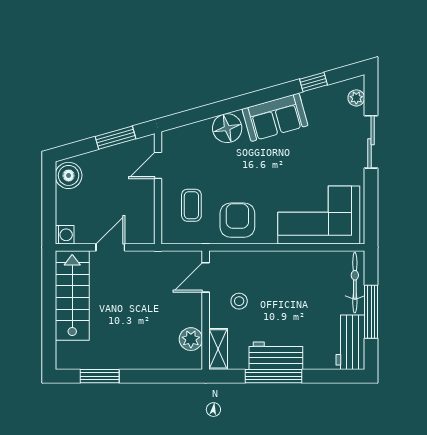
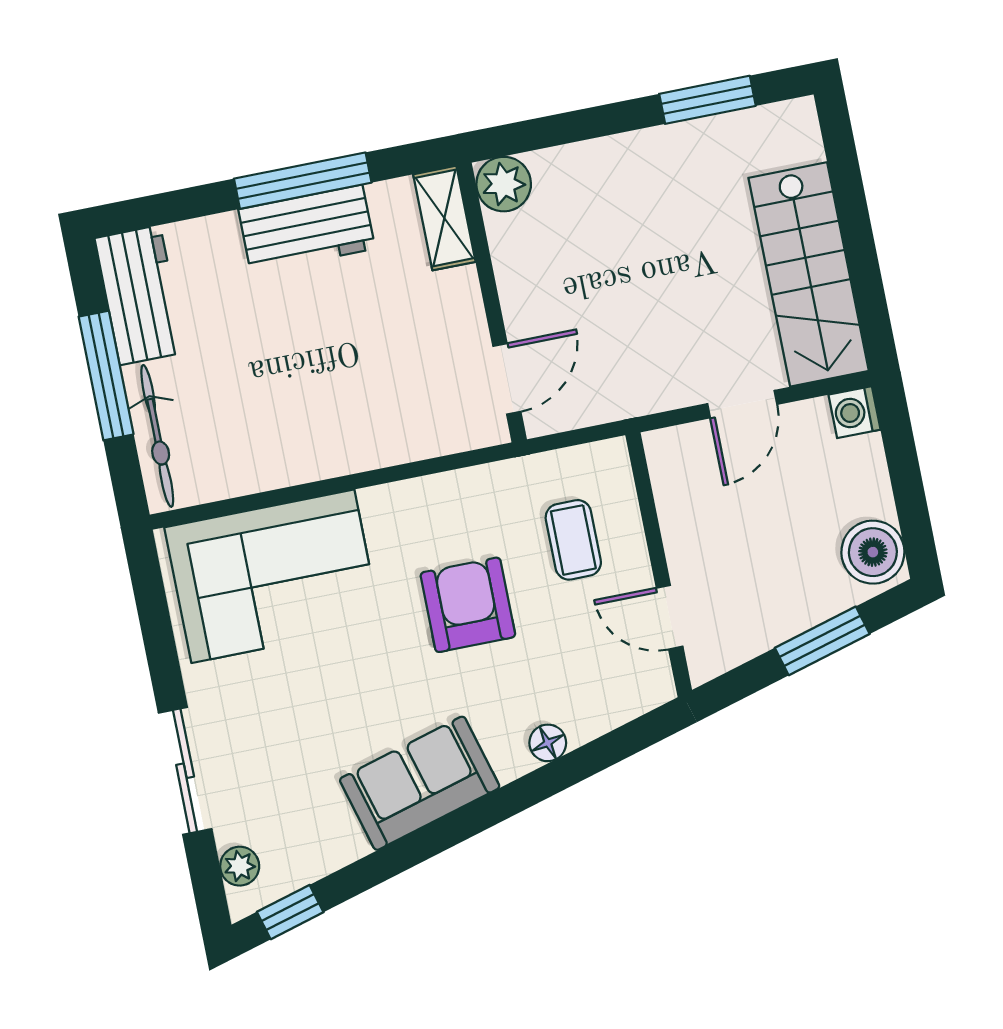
window: (313, 82) -> (290, 912), moved
floor lamp: (227, 128) -> (548, 743), width x0.53, depth x0.53
window: (115, 138) -> (822, 641), moved
door: (158, 165) -> (670, 617), swing flipped
armchair: (237, 220) -> (468, 605), moved, turned 180
stool: (239, 301) -> (418, 339), removed
plant: (191, 339) -> (504, 184), moved

